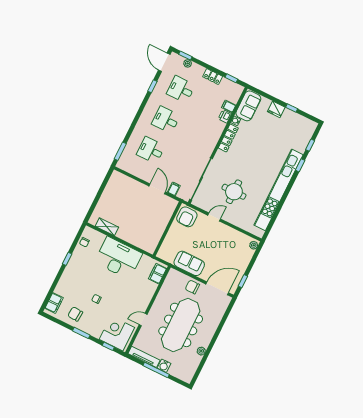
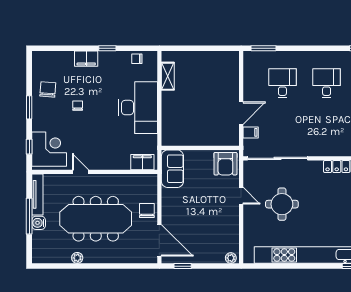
armchair: (187, 217) -> (225, 164), turned -90
sofa: (189, 263) -> (172, 169), moved
filing cabinet: (54, 303) -> (86, 59), moved

